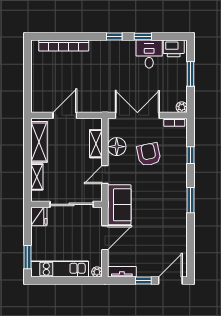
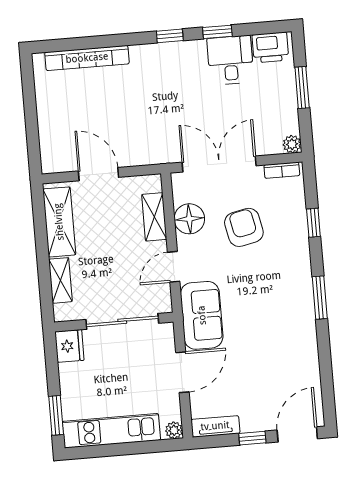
door: (65, 115) -> (99, 174), hinge flipped

